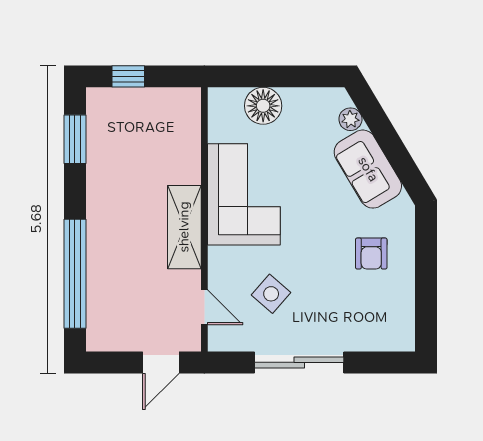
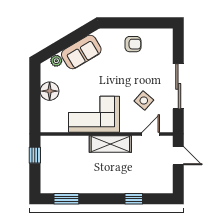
window: (128, 76) -> (35, 155), moved
floor lamp: (263, 106) -> (50, 91), moved
armchair: (371, 254) -> (133, 44), moved
window: (75, 274) -> (134, 199), width x0.32

